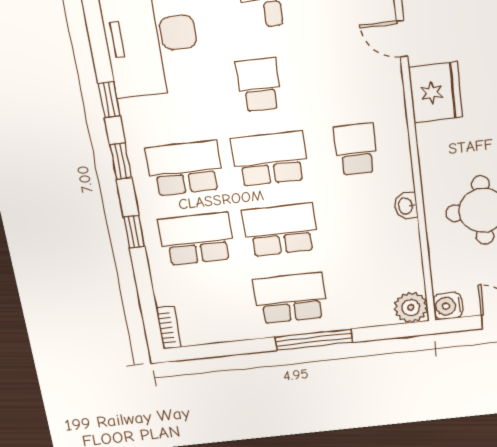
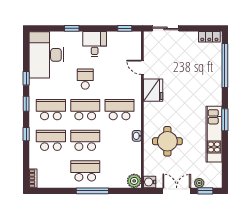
school desk: (356, 149) -> (120, 110), width x1.85

